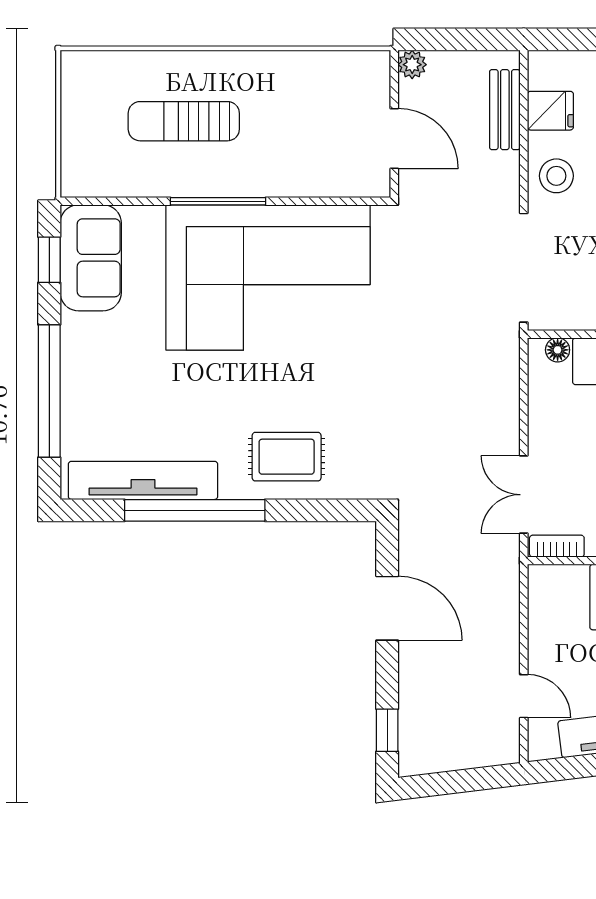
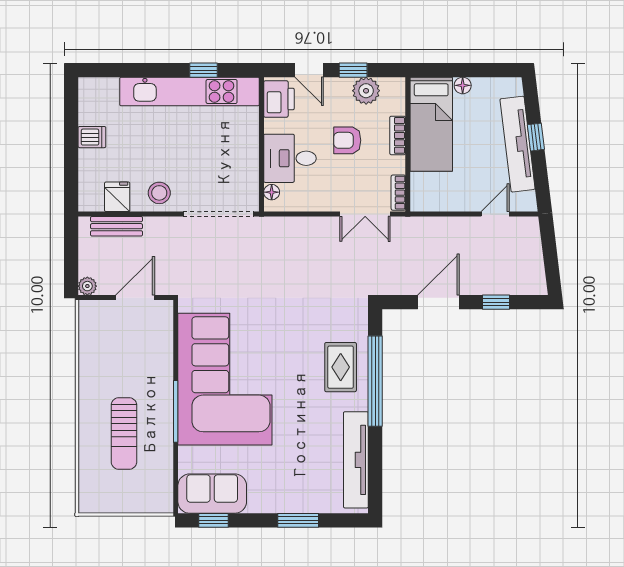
window: (49, 391) -> (298, 520), width x0.47
window: (195, 510) -> (375, 381), moved
window: (387, 730) -> (496, 302), moved

